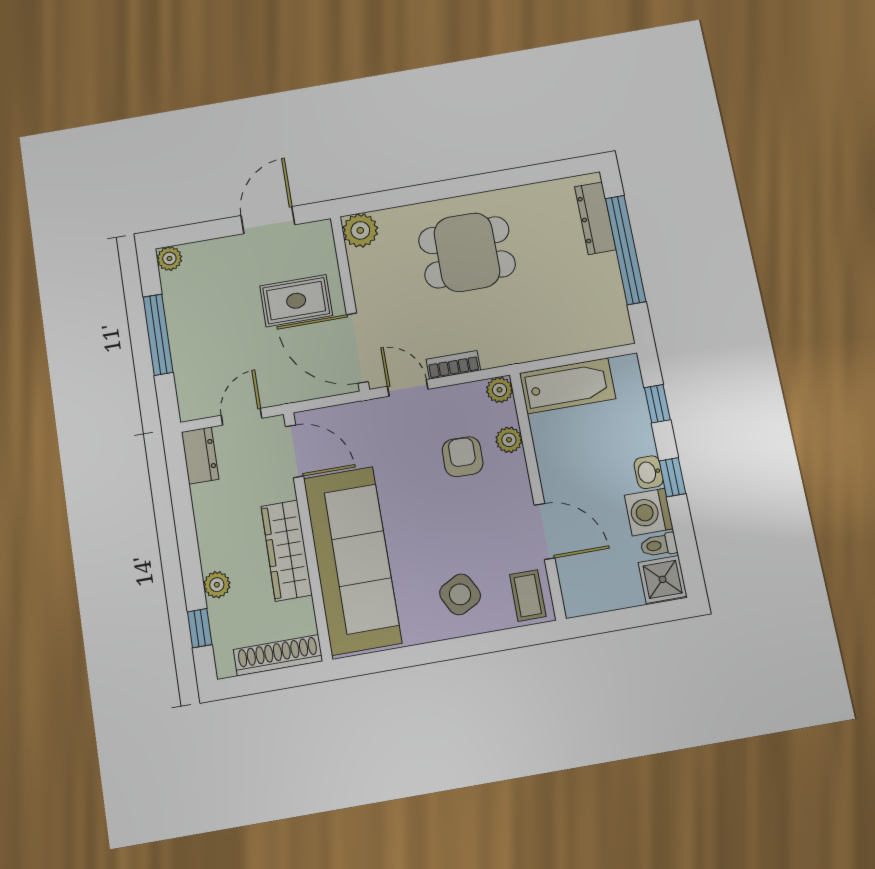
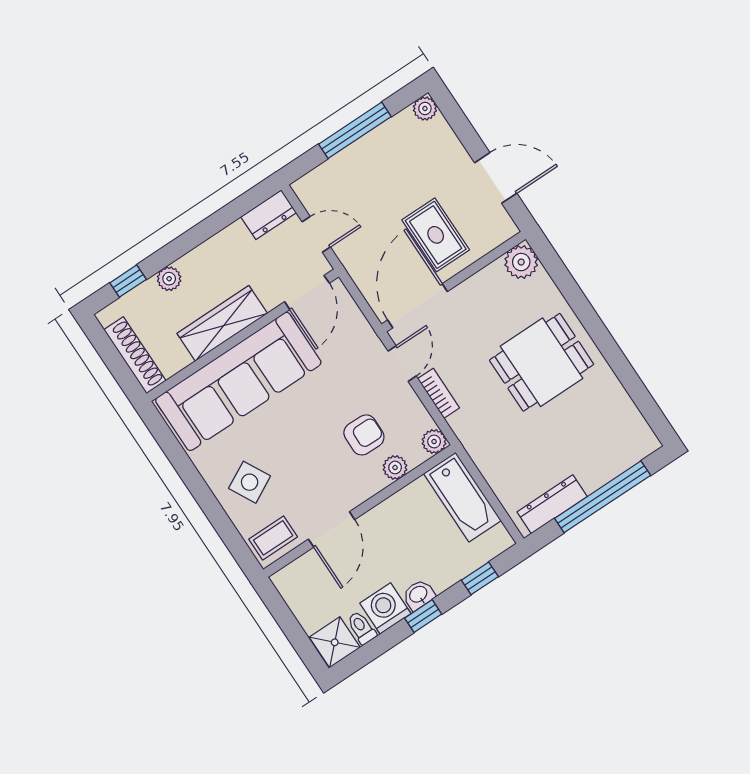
dresser: (595, 218) -> (552, 504), moved
dining table: (467, 252) -> (542, 362), turned 90

